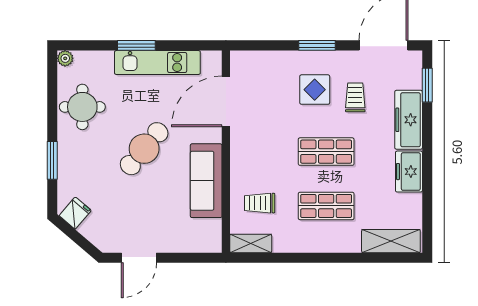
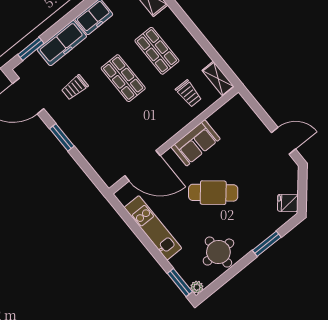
window: (136, 45) -> (180, 283), moved
display table: (315, 90) -> (90, 117), removed
sofa: (206, 181) -> (196, 143), width x0.73

